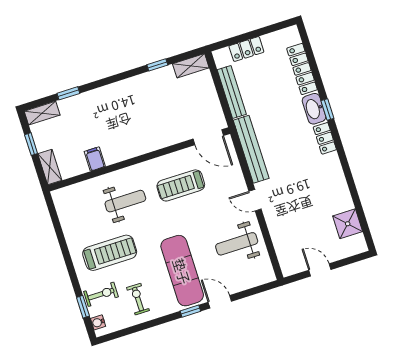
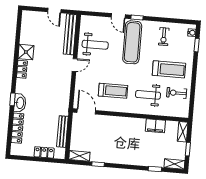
locker: (325, 138) -> (22, 69), moved
bench: (251, 149) -> (70, 34), moved
filing cabinet: (95, 159) -> (155, 126), width x2.00
door: (255, 200) -> (75, 65), hinge flipped
shower: (348, 224) -> (26, 52), moved
treadmill: (110, 253) -> (169, 69), turned 180
exercise bike: (101, 294) -> (177, 93), moved

